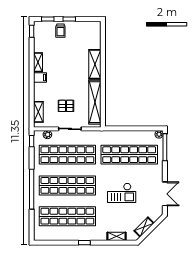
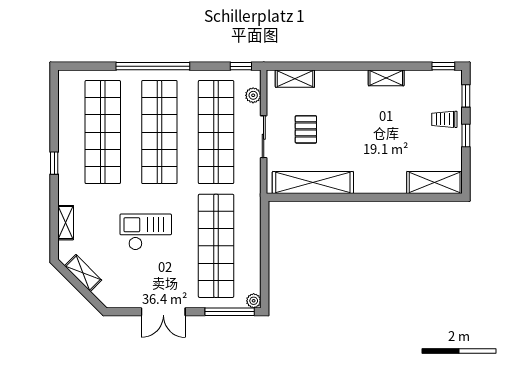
shelving: (95, 64) -> (435, 182), moved
filing cabinet: (40, 78) -> (358, 82), removed
checkout: (122, 193) -> (146, 232), turned 90
double door: (165, 194) -> (163, 312), moved

